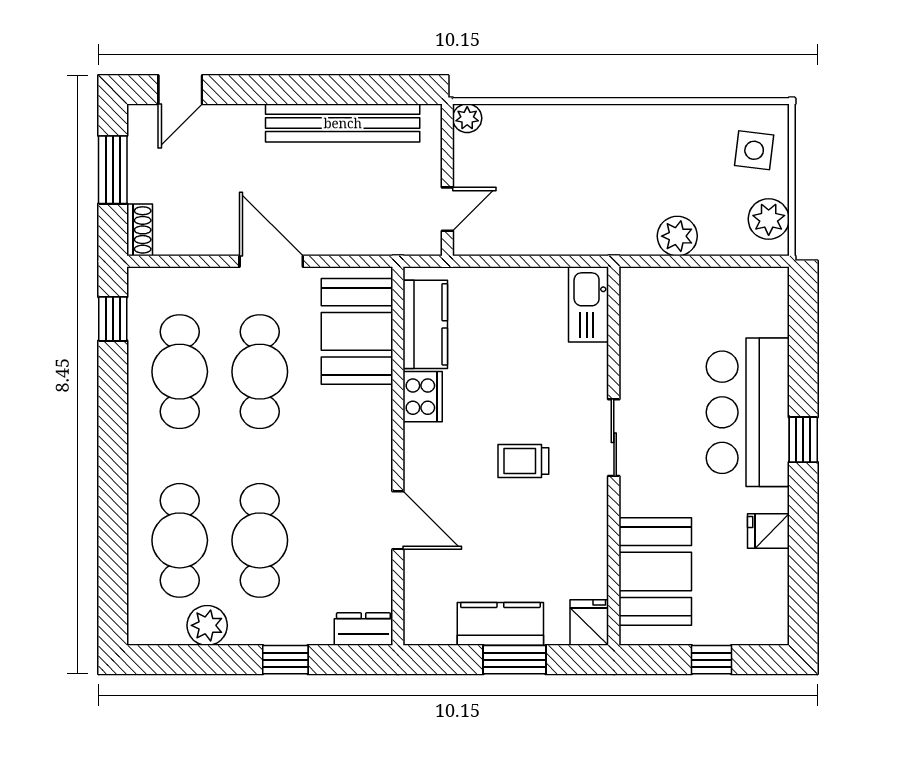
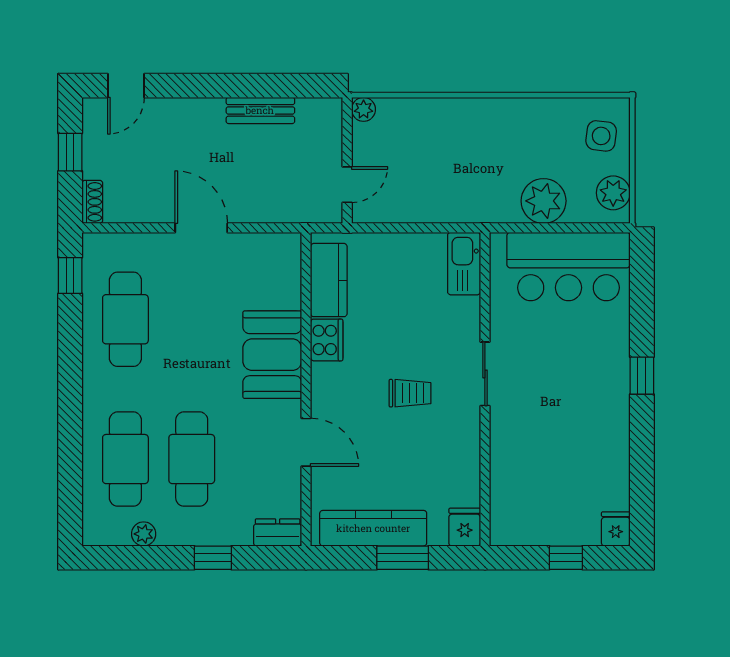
bench: (343, 123) -> (260, 110), width x0.54, depth x0.82
window: (113, 170) -> (70, 152), width x0.67
plant: (677, 236) -> (544, 201), width x1.36, depth x1.36
booth: (357, 331) -> (272, 355), moved
cafe table: (260, 372) -> (192, 319), removed
bar counter: (748, 412) -> (568, 266), moved, turned -90
trolley: (523, 461) -> (410, 393), turned 180
fridge: (768, 531) -> (616, 529), moved, turned 90
booth: (655, 572) -> (519, 485), removed
kitchen counter: (500, 624) -> (373, 528), width x1.50
plant: (207, 625) -> (144, 534), width x0.73, depth x0.73

